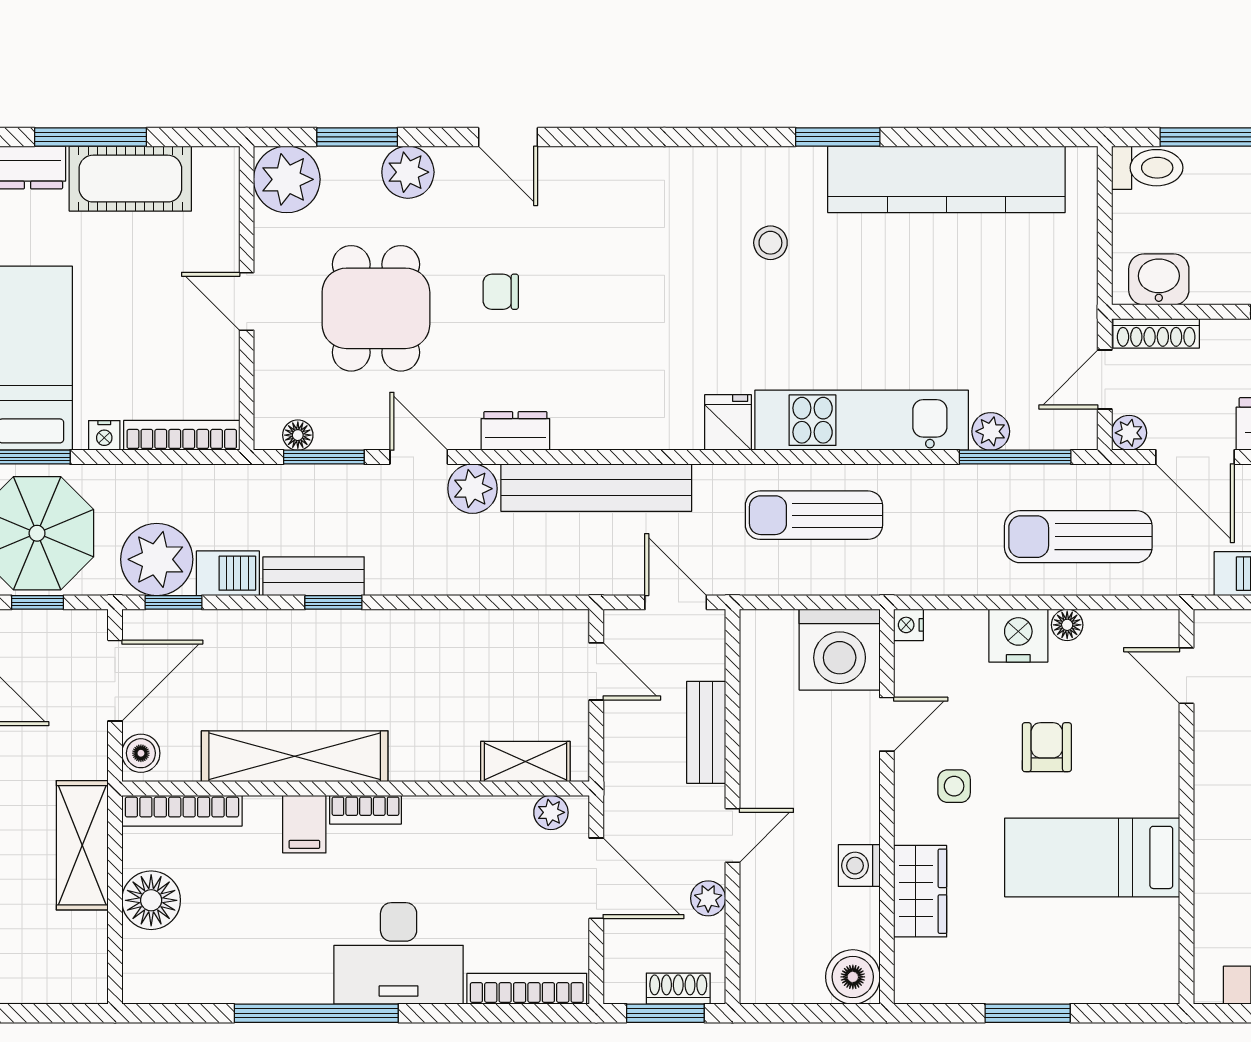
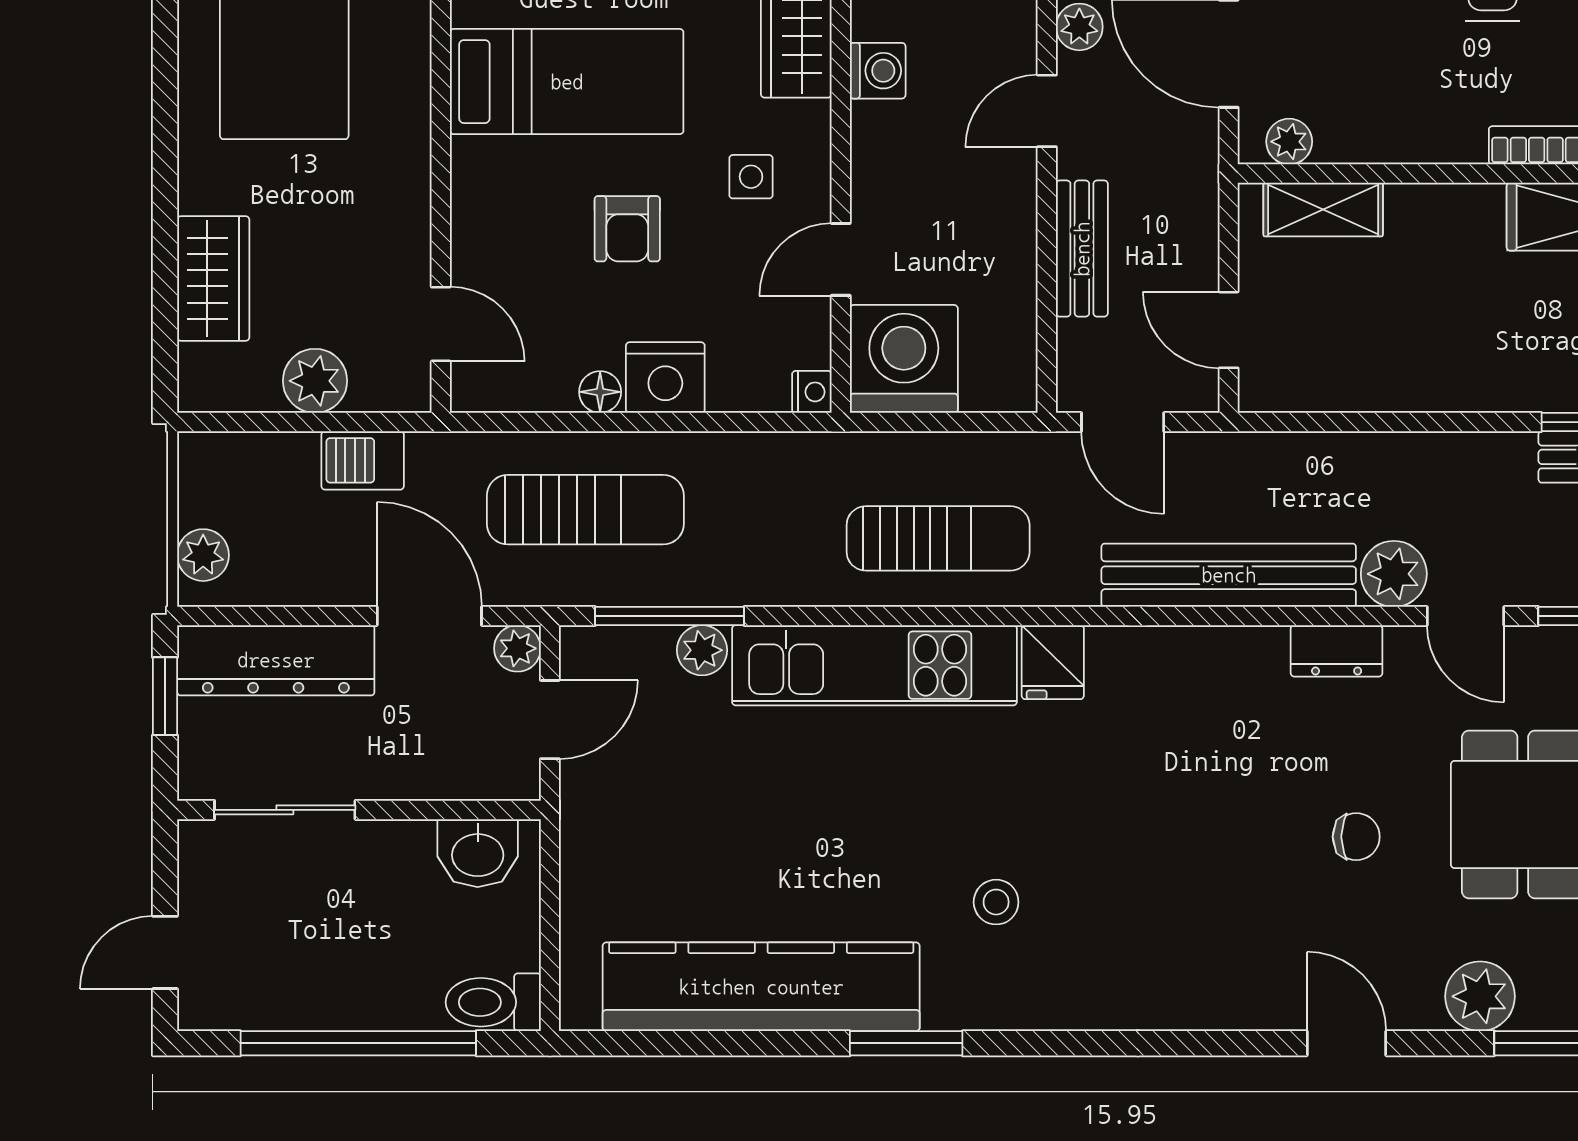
shoe rack: (1156, 333) -> (481, 781), removed

